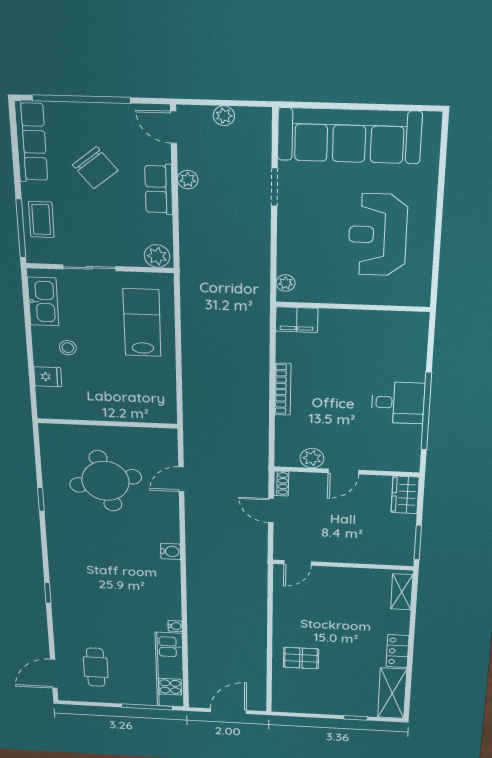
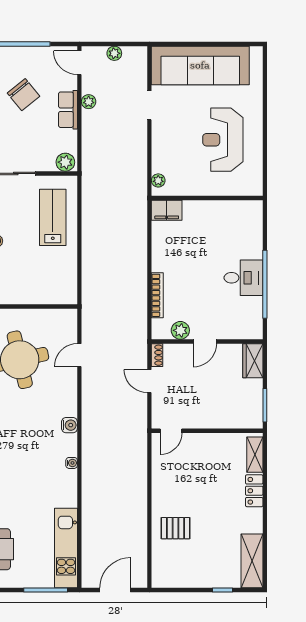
bookcase: (283, 389) -> (157, 295), moved
water cooler: (175, 626) -> (72, 463), moved
locker: (397, 651) -> (254, 491), moved

